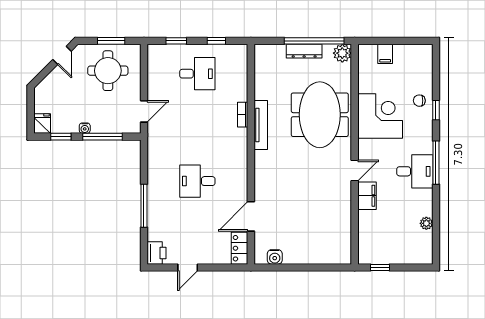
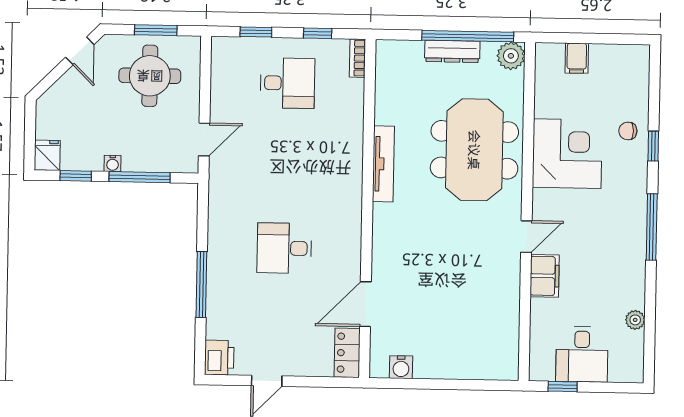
bookcase: (243, 115) -> (358, 58), moved
desk: (415, 171) -> (582, 354), moved, turned 90

